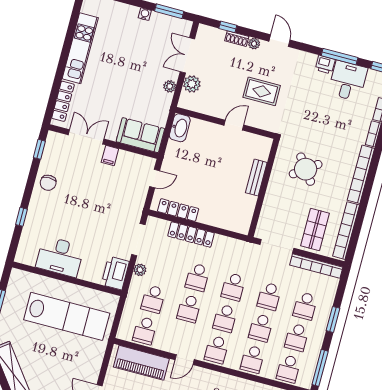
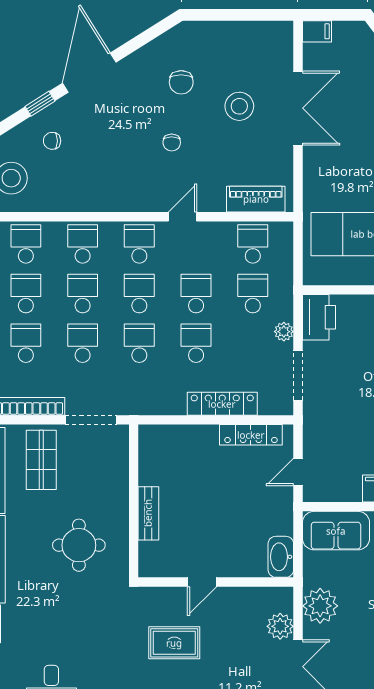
plant: (170, 86) -> (320, 606), width x1.88, depth x1.88
round table: (306, 169) -> (79, 545), turned 36
piano: (141, 363) -> (256, 199), width x0.73, depth x0.75

